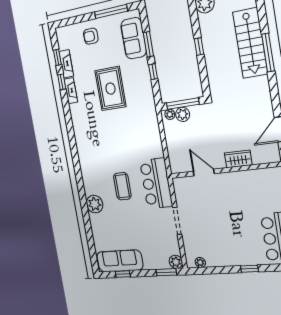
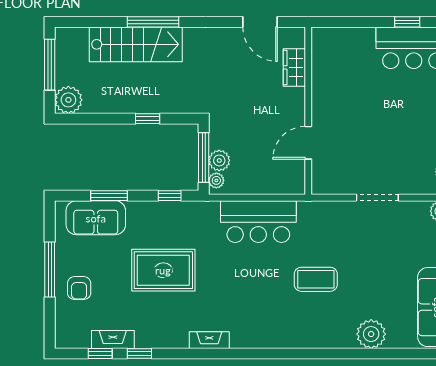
window: (111, 11) -> (50, 270), moved
window: (199, 47) -> (148, 119), moved
window: (153, 72) -> (170, 196), moved
fireplace: (71, 91) -> (209, 340), moved
wardrobe: (238, 159) -> (294, 67), moved
bar counter: (156, 183) -> (258, 222), moved
plant: (95, 204) -> (371, 334), moved

